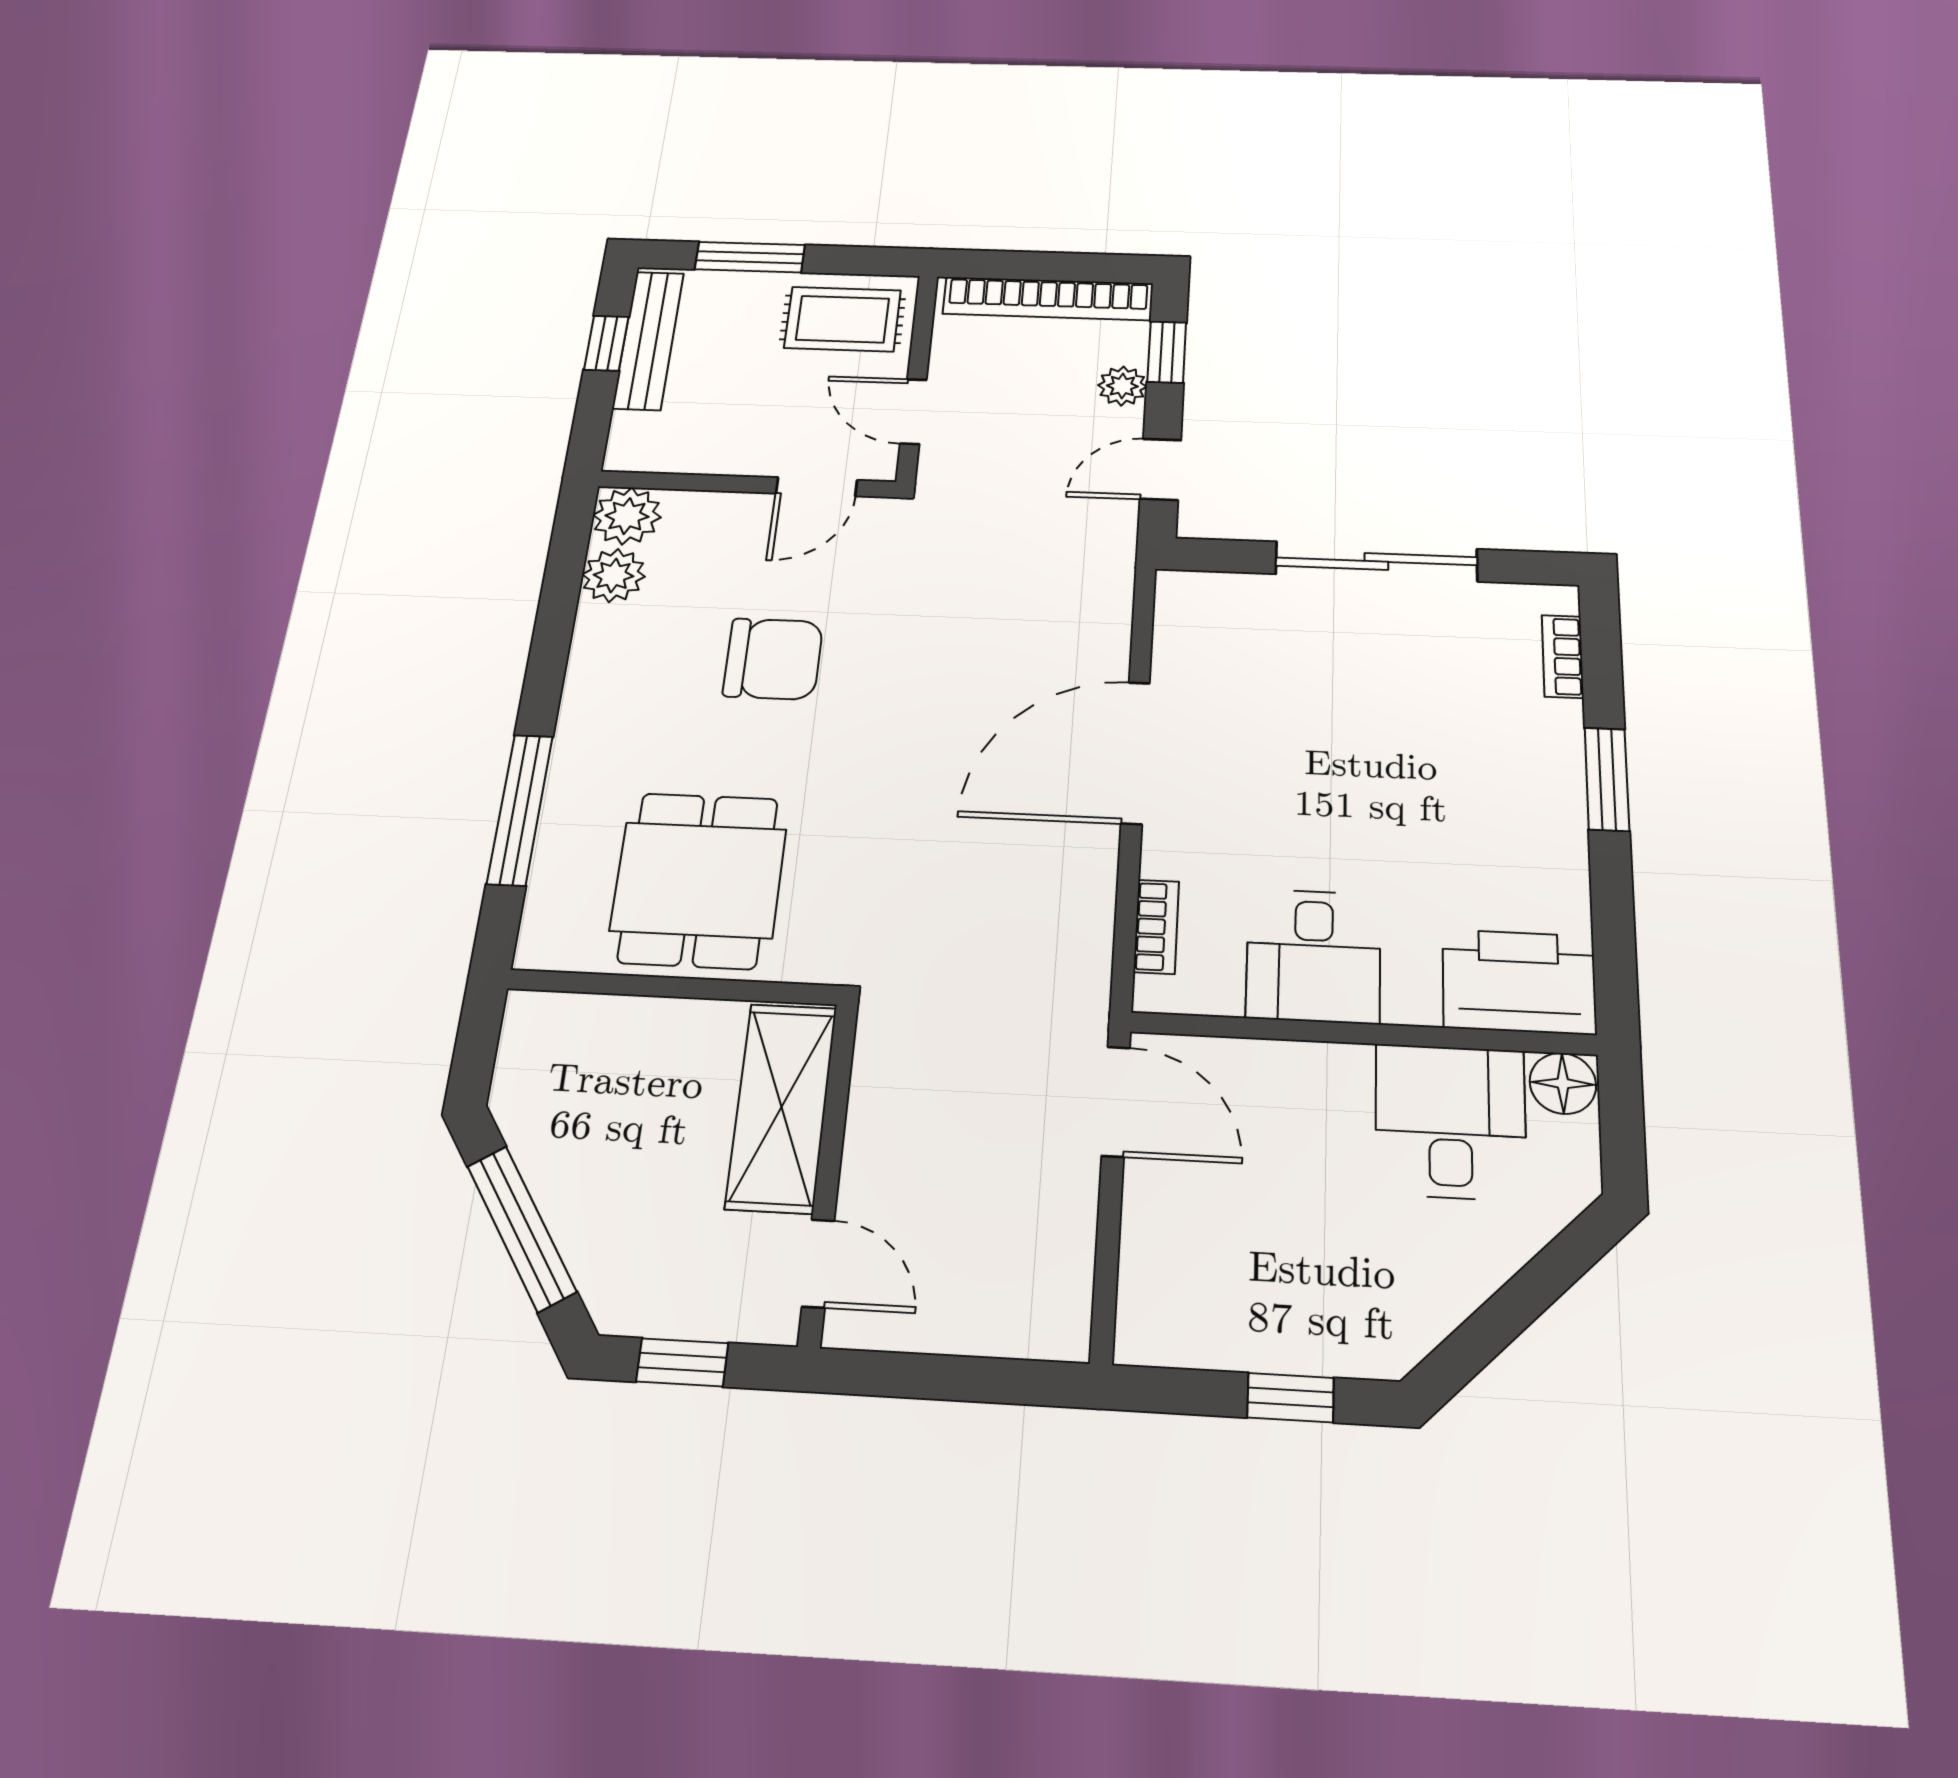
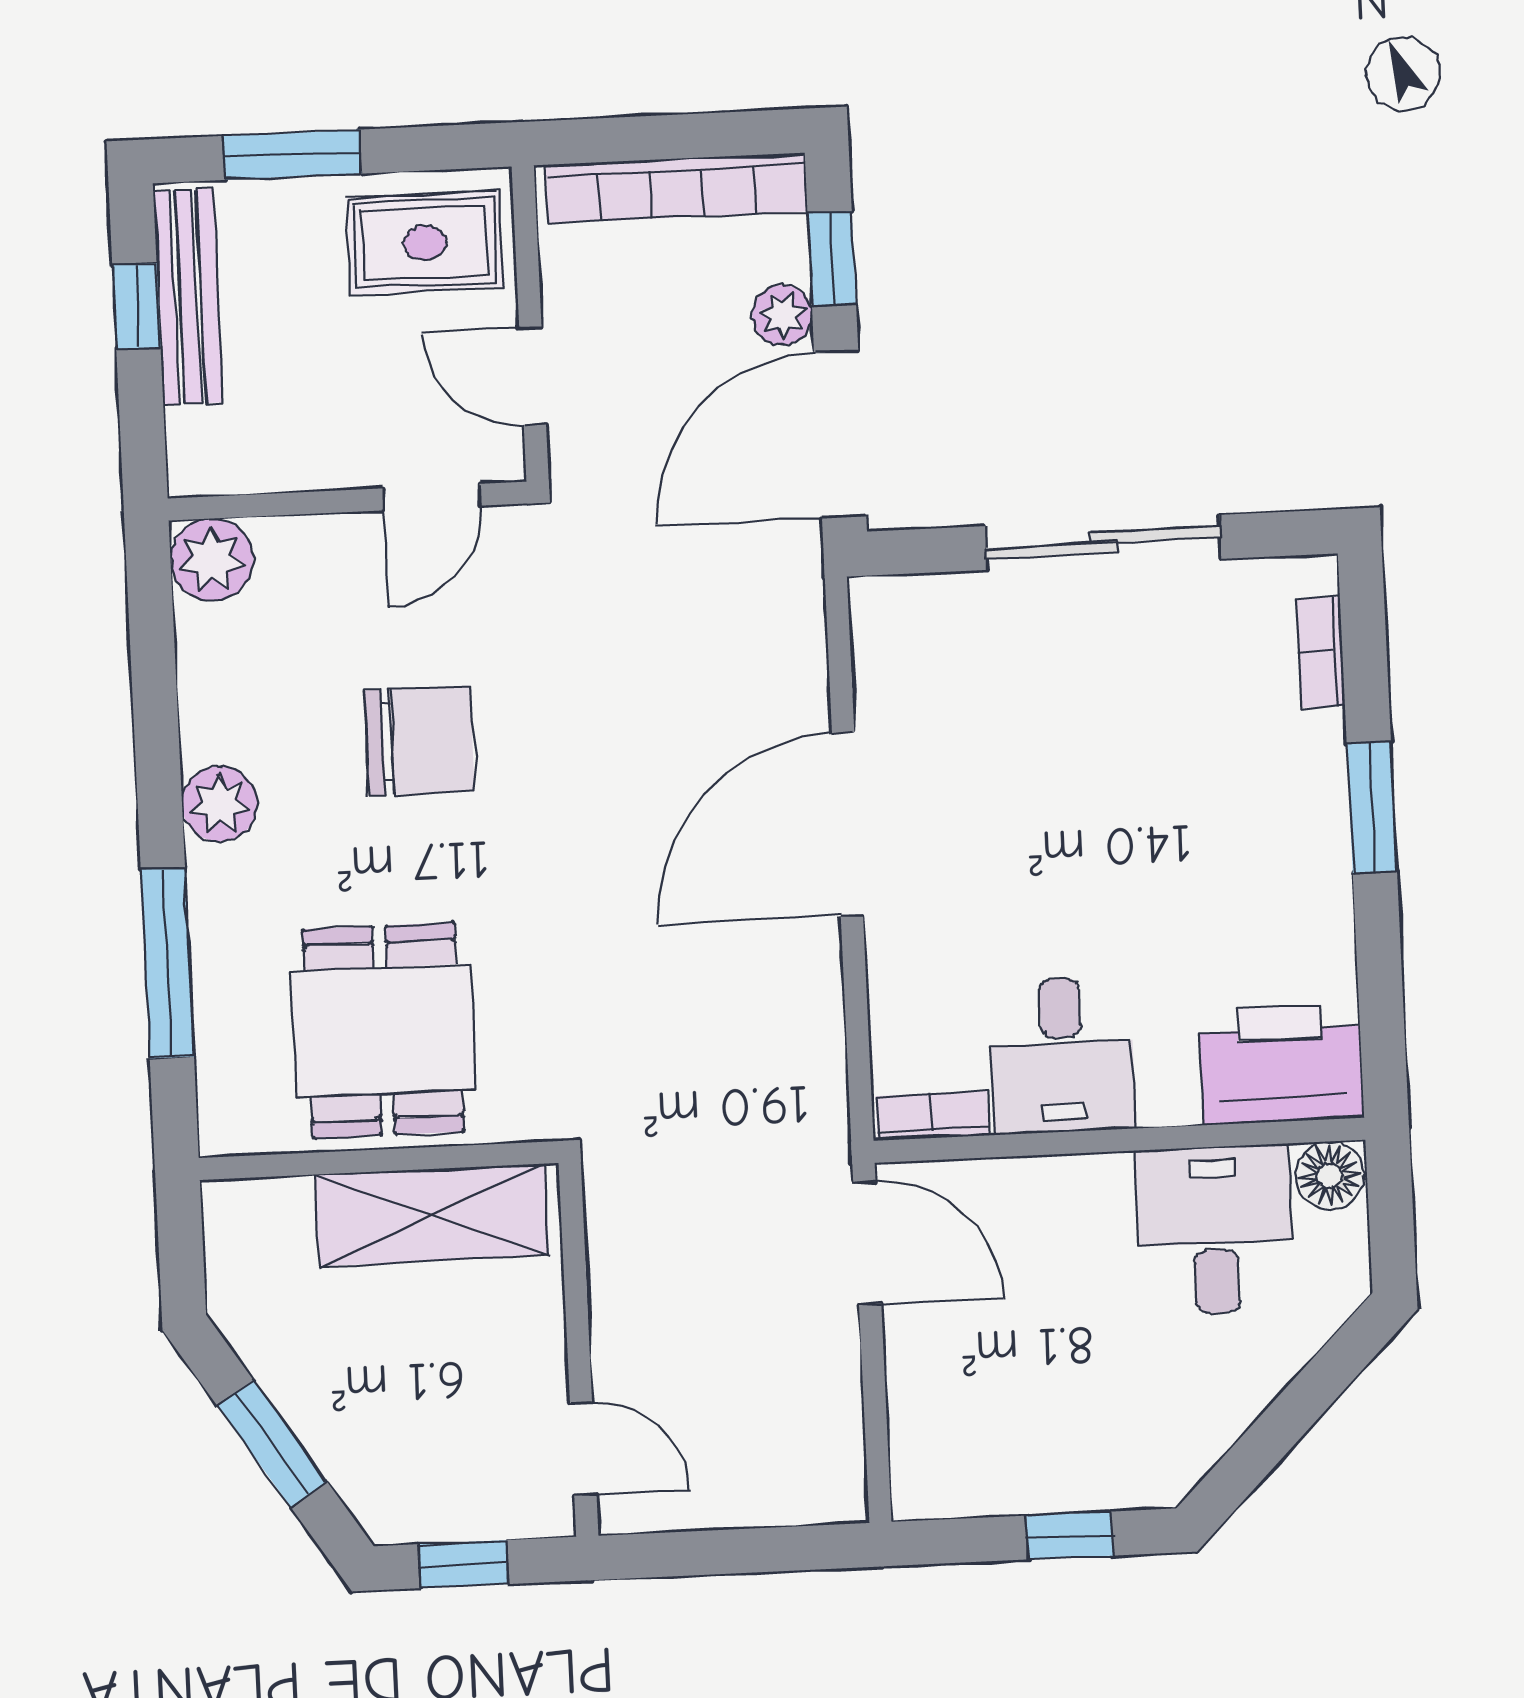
door: (1160, 469) -> (840, 435), width x1.88
plant: (614, 575) -> (220, 804), moved
bookcase: (1156, 927) -> (932, 1116), moved, turned -90
shelving: (782, 1107) -> (432, 1215), moved, turned 90
window: (522, 1229) -> (272, 1444), width x0.69

